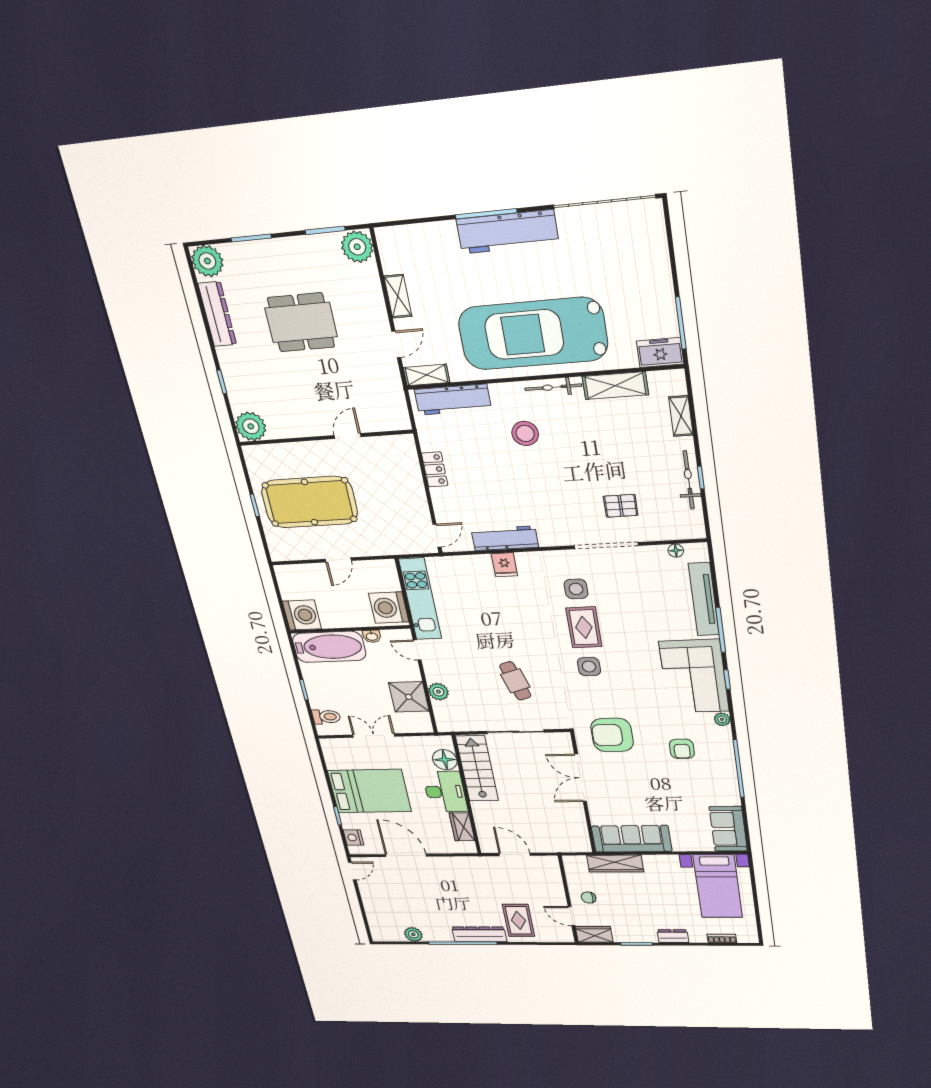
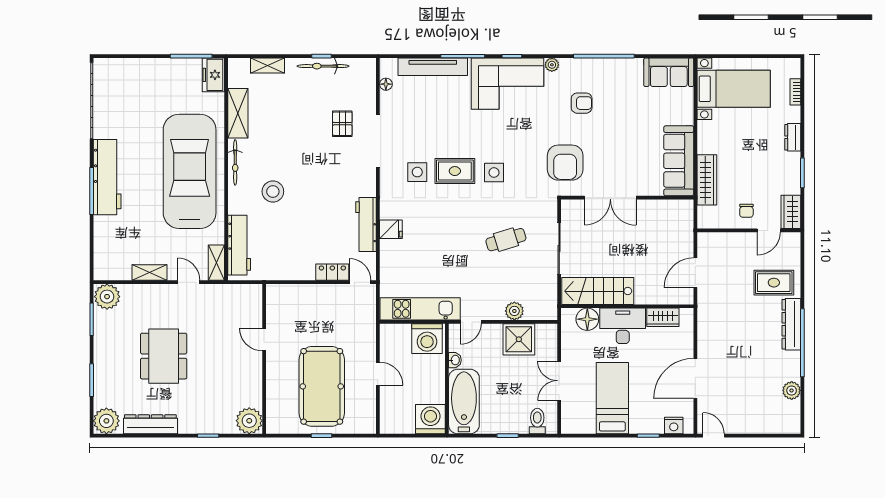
car: (533, 334) -> (190, 171), turned 180
locker: (435, 469) -> (332, 272), moved
bed: (369, 791) -> (612, 398), width x0.67

